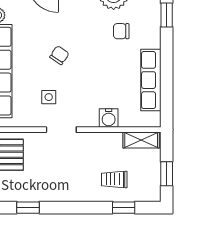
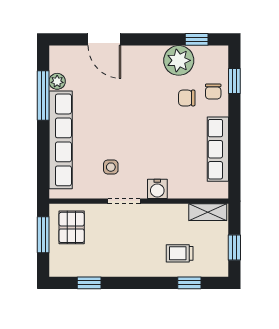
chair: (59, 55) -> (213, 92), moved, turned 146
water cooler: (109, 118) -> (157, 189), moved

